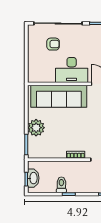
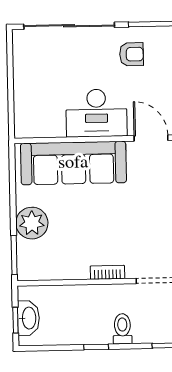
armchair: (53, 44) -> (131, 54), moved
toilet: (61, 185) -> (122, 329), moved

